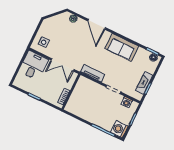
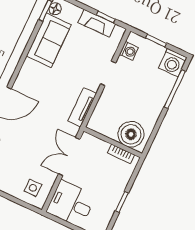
sofa: (122, 47) -> (49, 40), moved
double door: (62, 65) -> (69, 157), swing flipped
boiler: (76, 103) -> (131, 134), added

